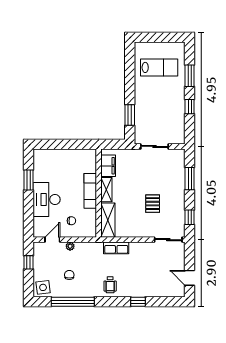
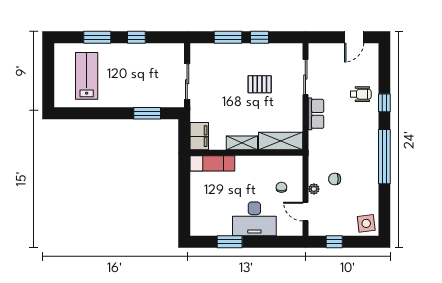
filing cabinet: (108, 166) -> (199, 136), moved, turned 90
exam couch: (90, 191) -> (212, 163), moved
window: (190, 217) -> (259, 37), moved
sliding door: (168, 240) -> (305, 77), moved
row of seats: (116, 248) -> (316, 114), moved
chair: (69, 275) -> (335, 179), moved
wheelchair: (110, 285) -> (361, 94), moved
window: (73, 302) -> (384, 157), moved

